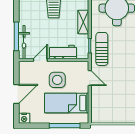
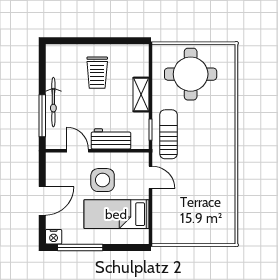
bicycle: (24, 42) -> (53, 102), moved
door: (40, 60) -> (78, 151), hinge flipped
window: (65, 126) -> (80, 247), moved

